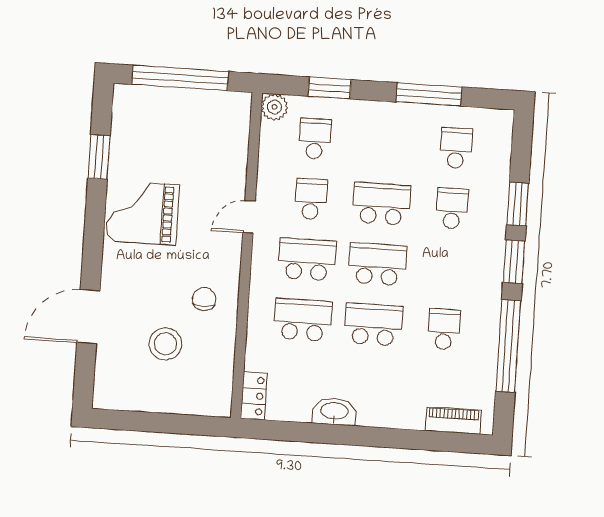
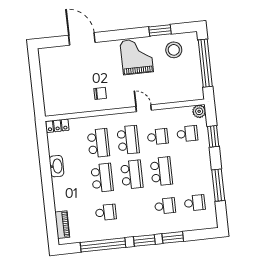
stool: (165, 344) -> (174, 50), moved

